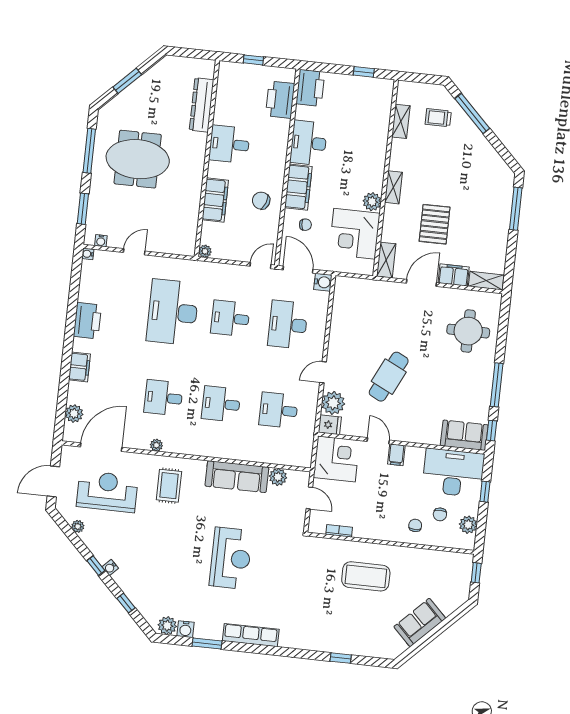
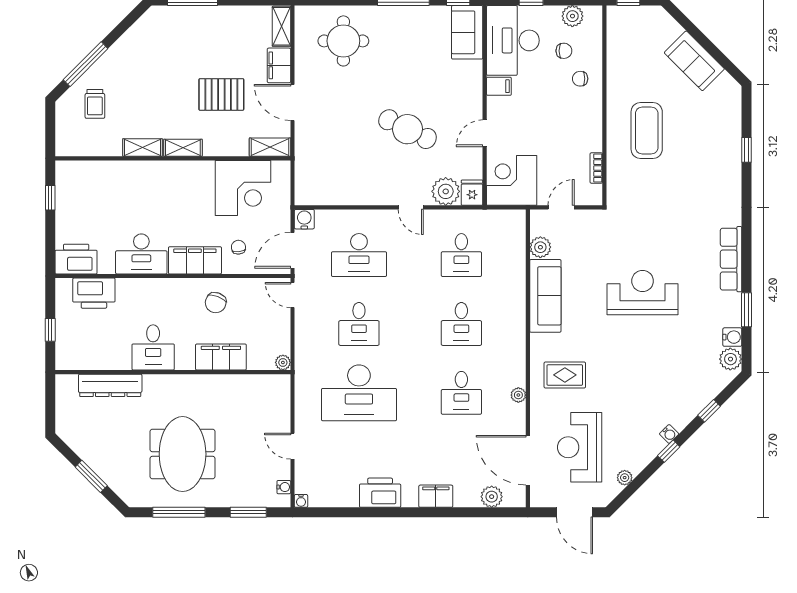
shelving: (401, 121) -> (143, 148), moved
plant: (372, 202) -> (203, 171), removed
filing cabinet: (396, 455) -> (499, 86), moved

